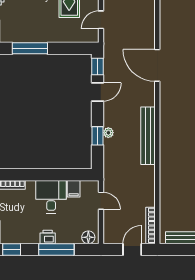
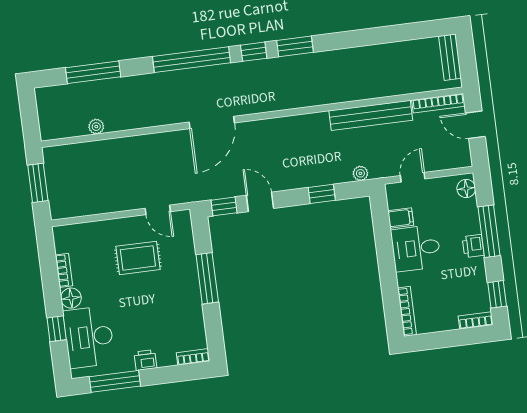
window: (30, 48) -> (207, 278), moved
plant: (108, 133) -> (360, 173), moved
bench: (148, 136) -> (371, 115), moved

